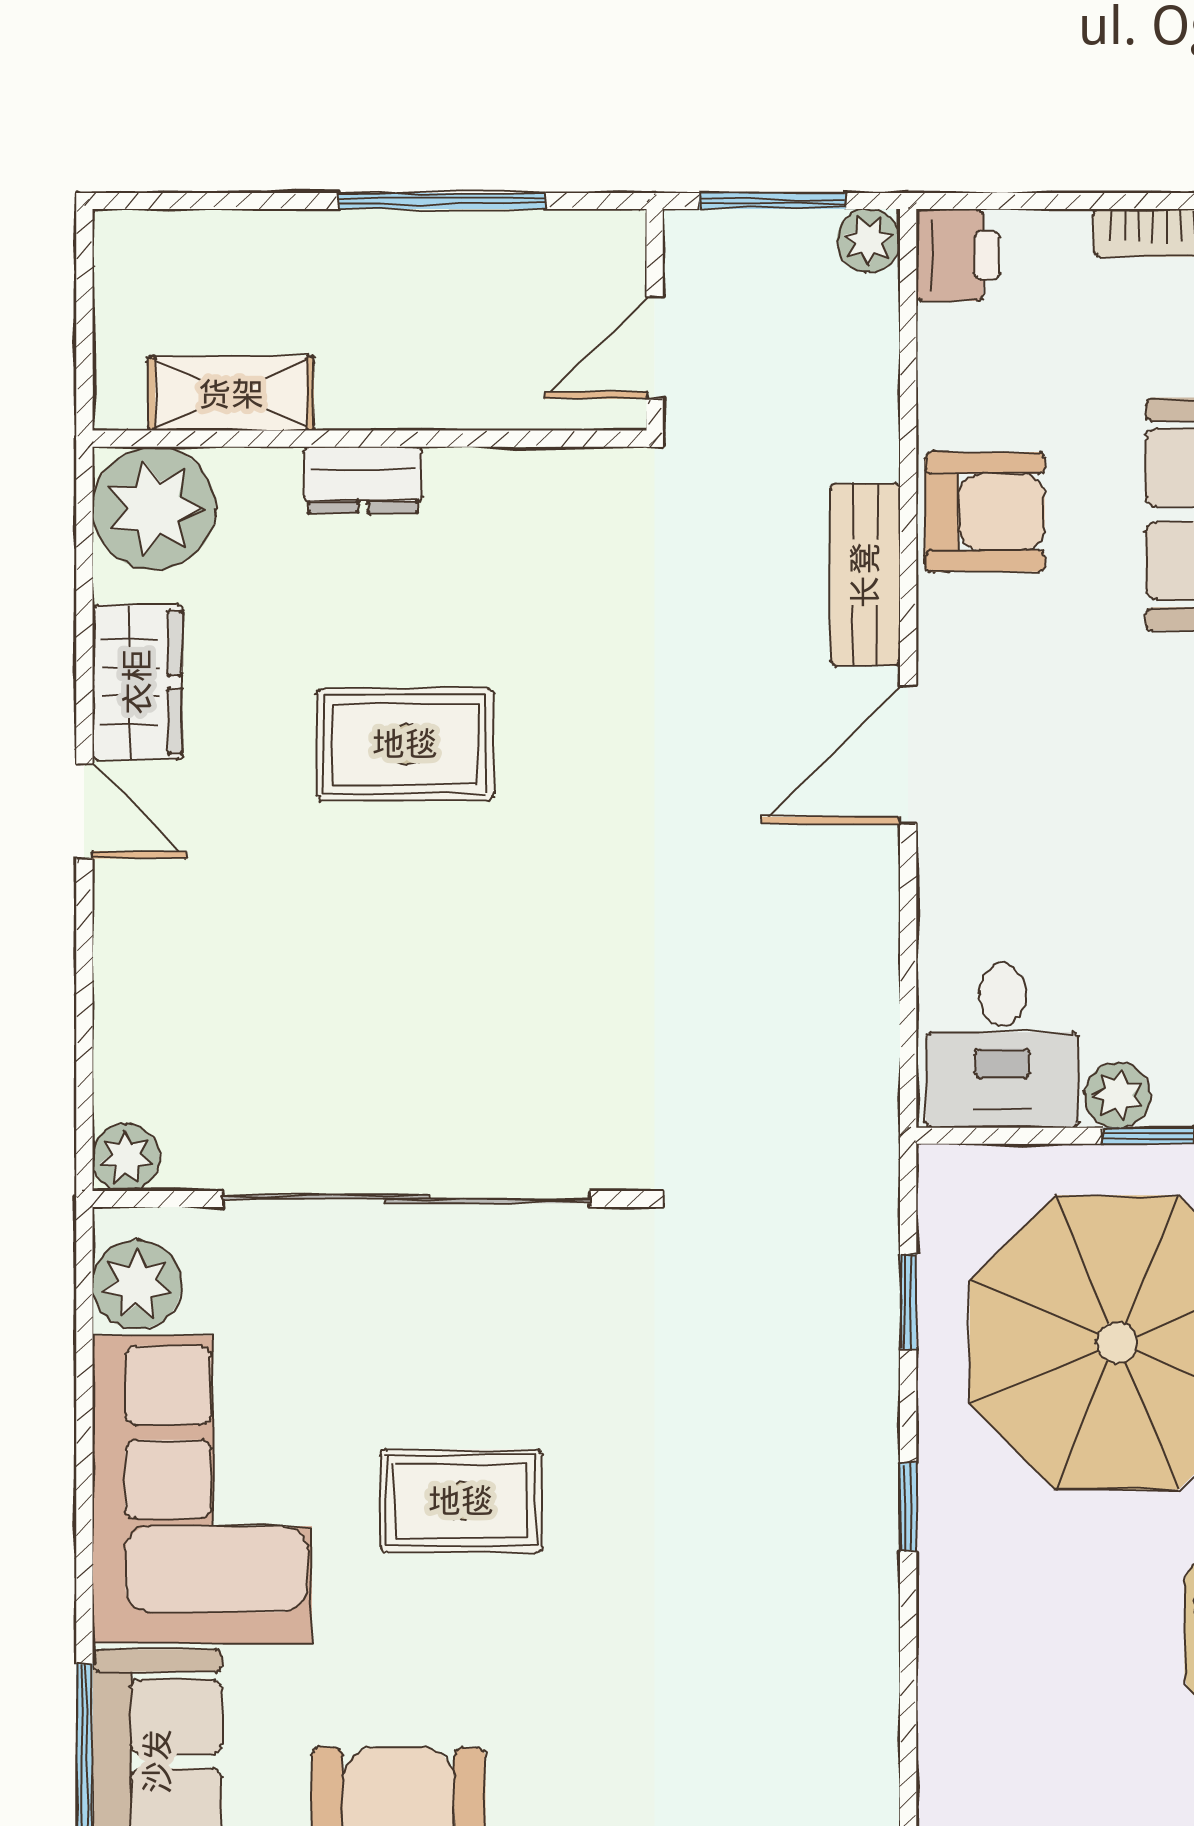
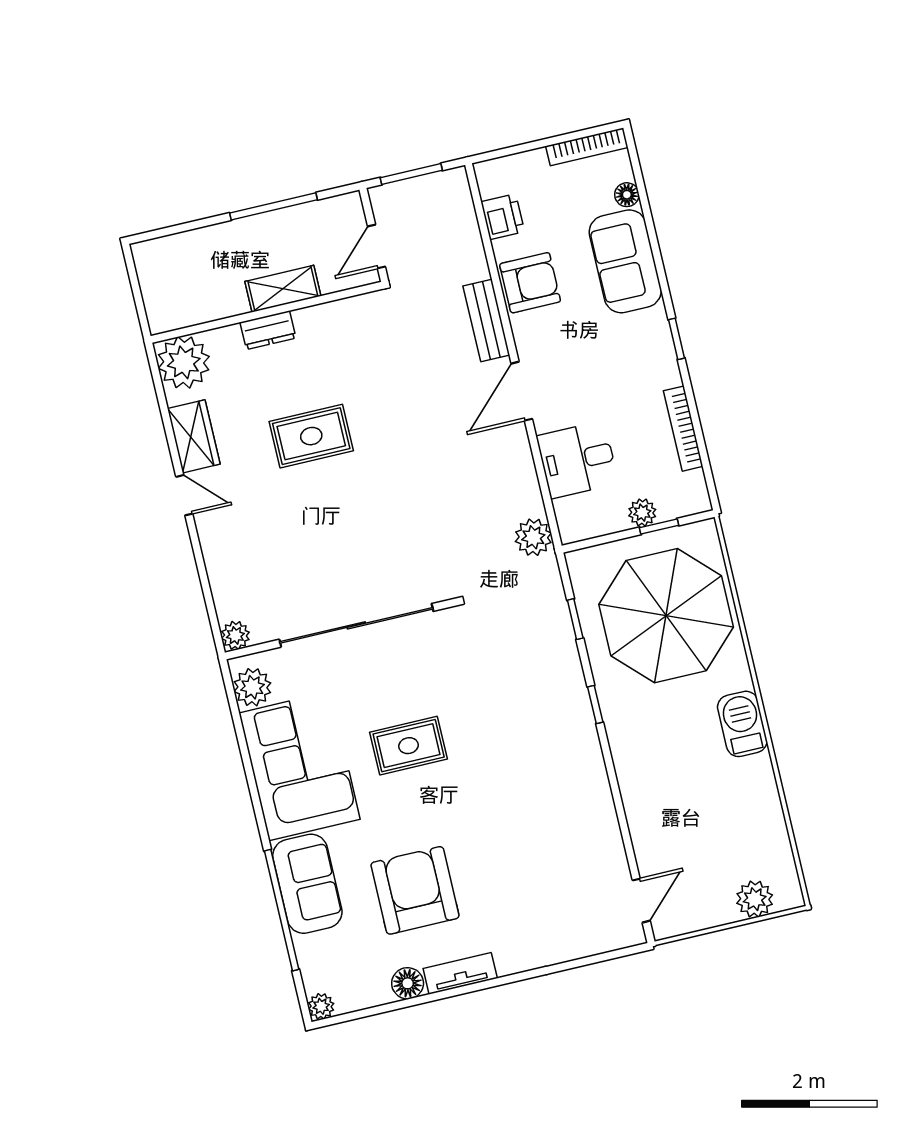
plant: (868, 241) -> (533, 537), moved, width x1.38, depth x1.38
printer: (958, 255) -> (503, 217), moved
shelving: (231, 394) -> (283, 289), moved
desk: (1002, 1046) -> (577, 460), moved, turned 90

